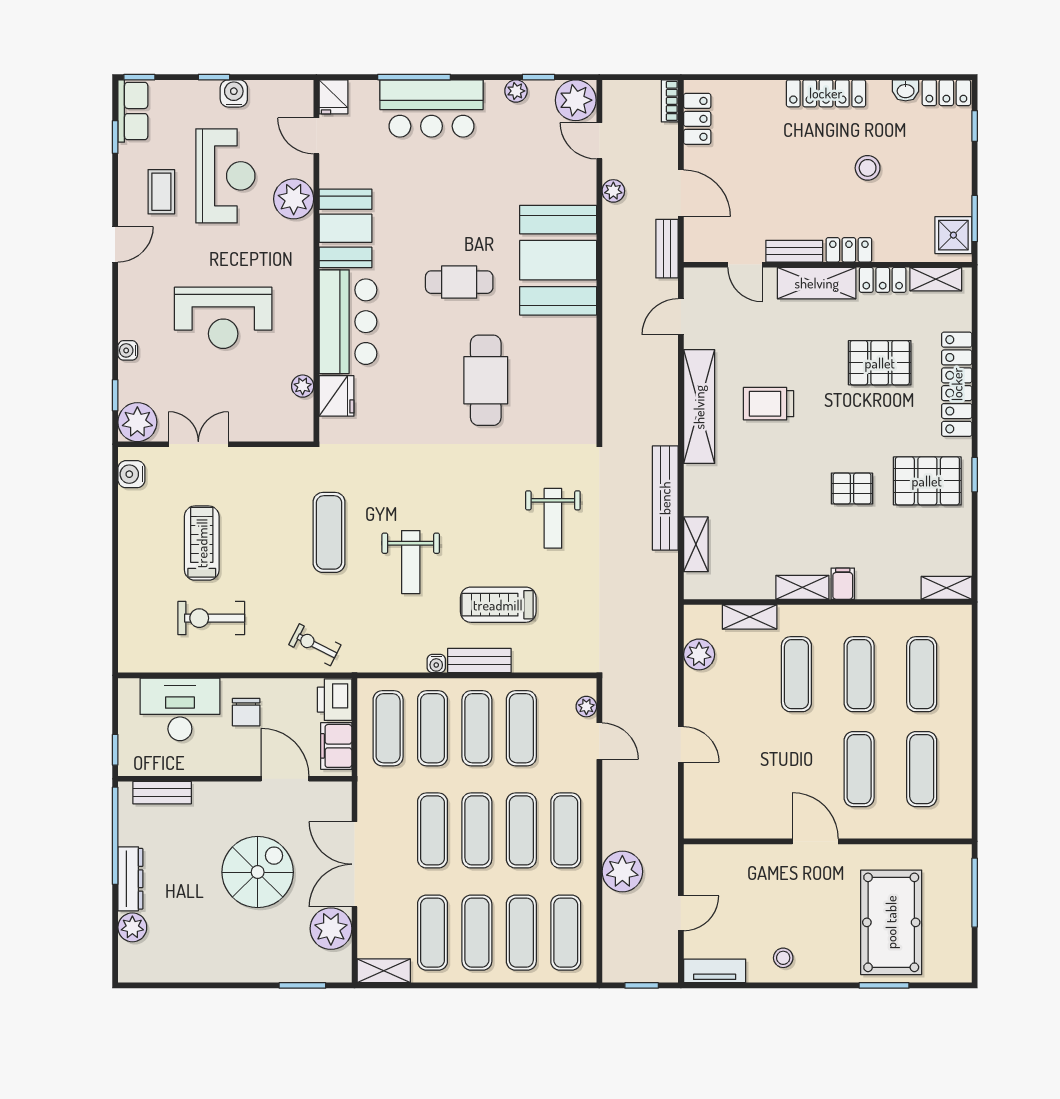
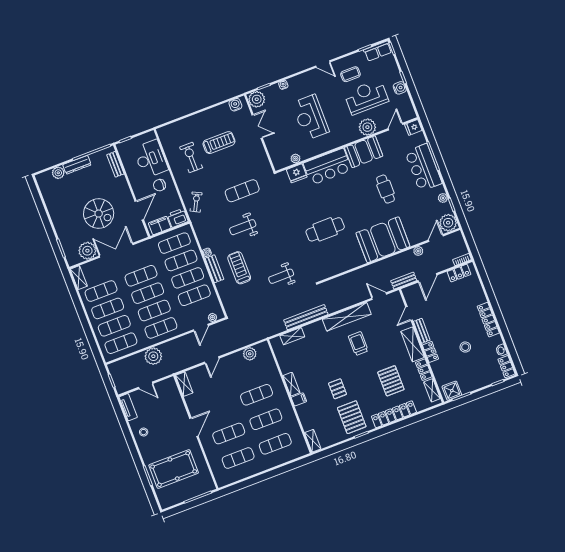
reception desk: (225, 176) -> (366, 97), turned 180
cafe table: (459, 282) -> (385, 189), moved
shelving: (750, 617) -> (184, 384), moved

